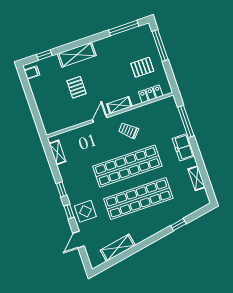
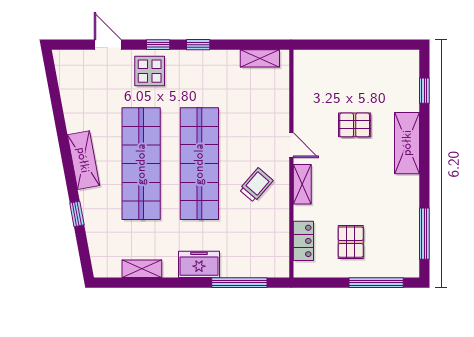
filing cabinet: (32, 73) -> (403, 61), removed
shelving: (118, 248) -> (83, 160), moved

